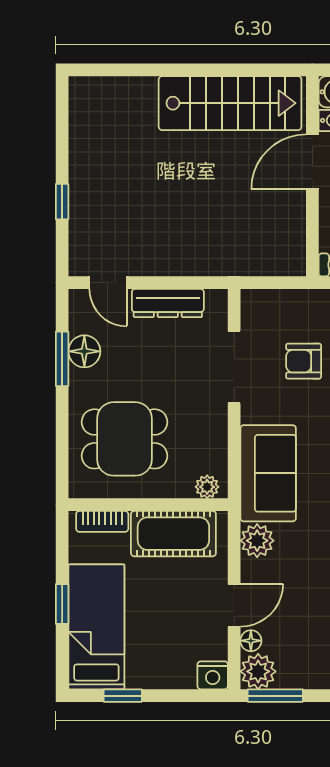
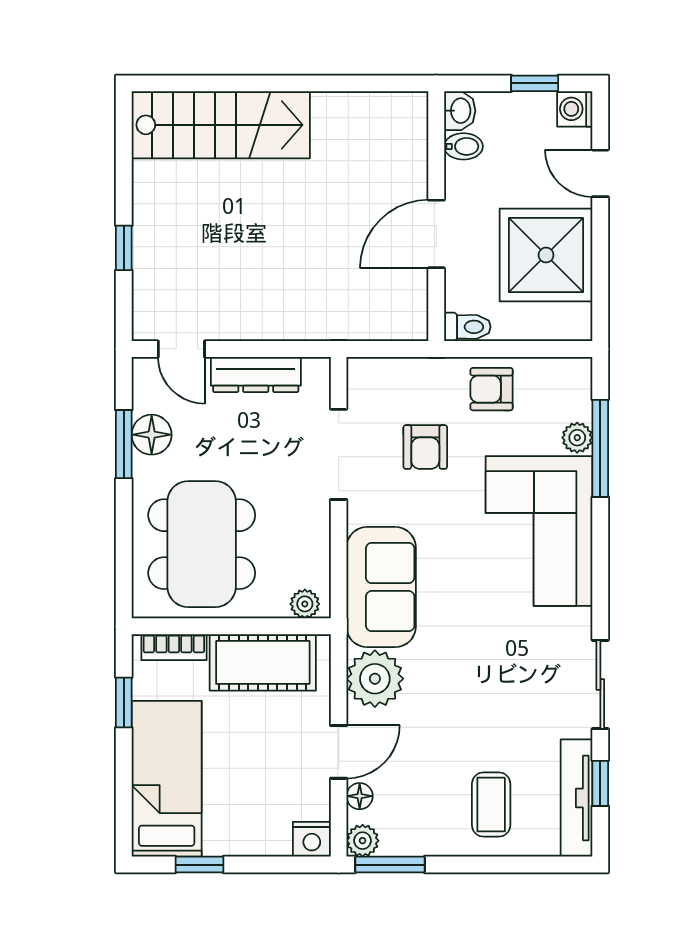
stairs: (230, 103) -> (221, 125), moved
door: (312, 162) -> (436, 234), moved
armchair: (304, 361) -> (425, 447), turned -90
dining table: (124, 439) -> (202, 544), width x1.38
plant: (257, 541) -> (375, 679), width x1.36, depth x1.36
window: (62, 604) -> (124, 702), moved
plant: (258, 671) -> (363, 841), width x0.73, depth x0.73

